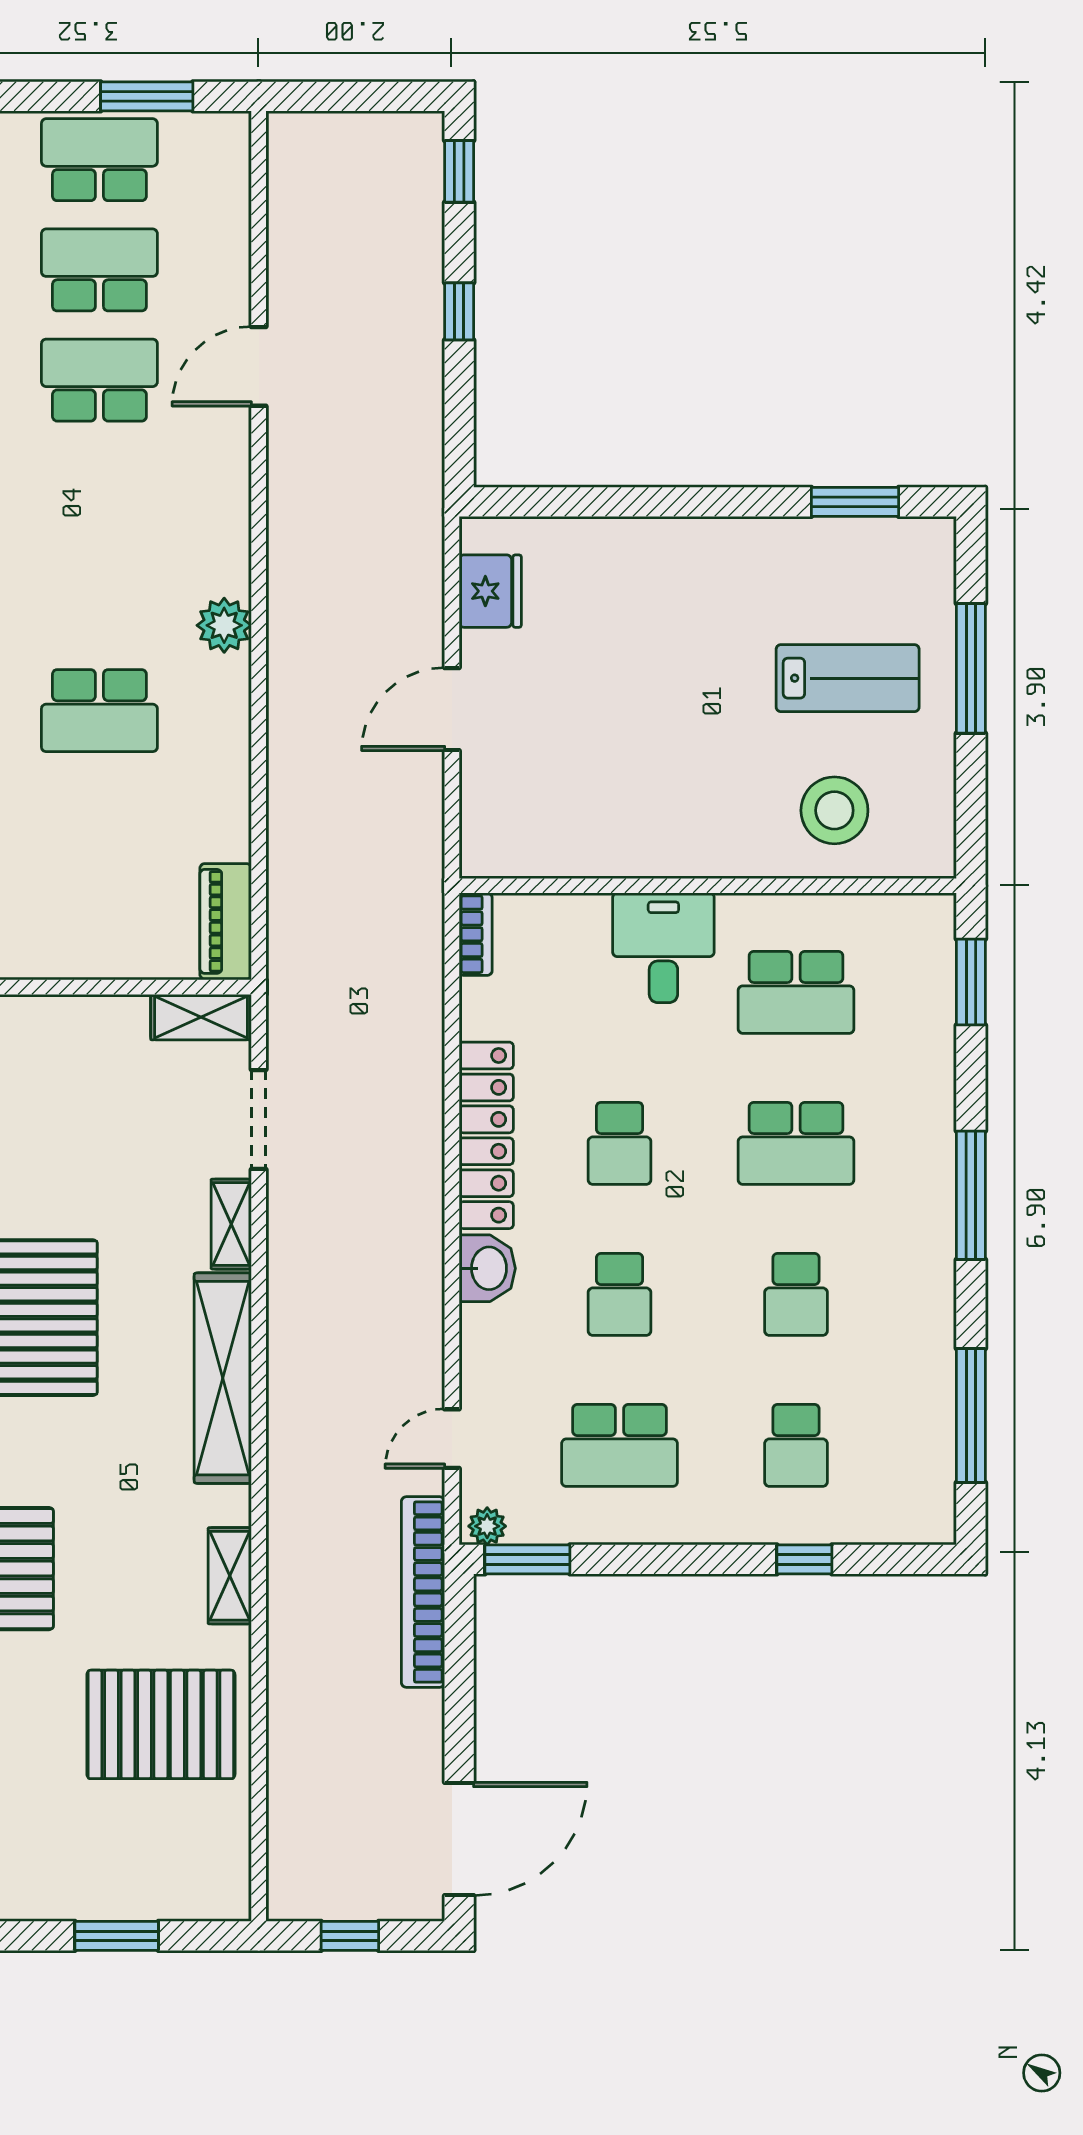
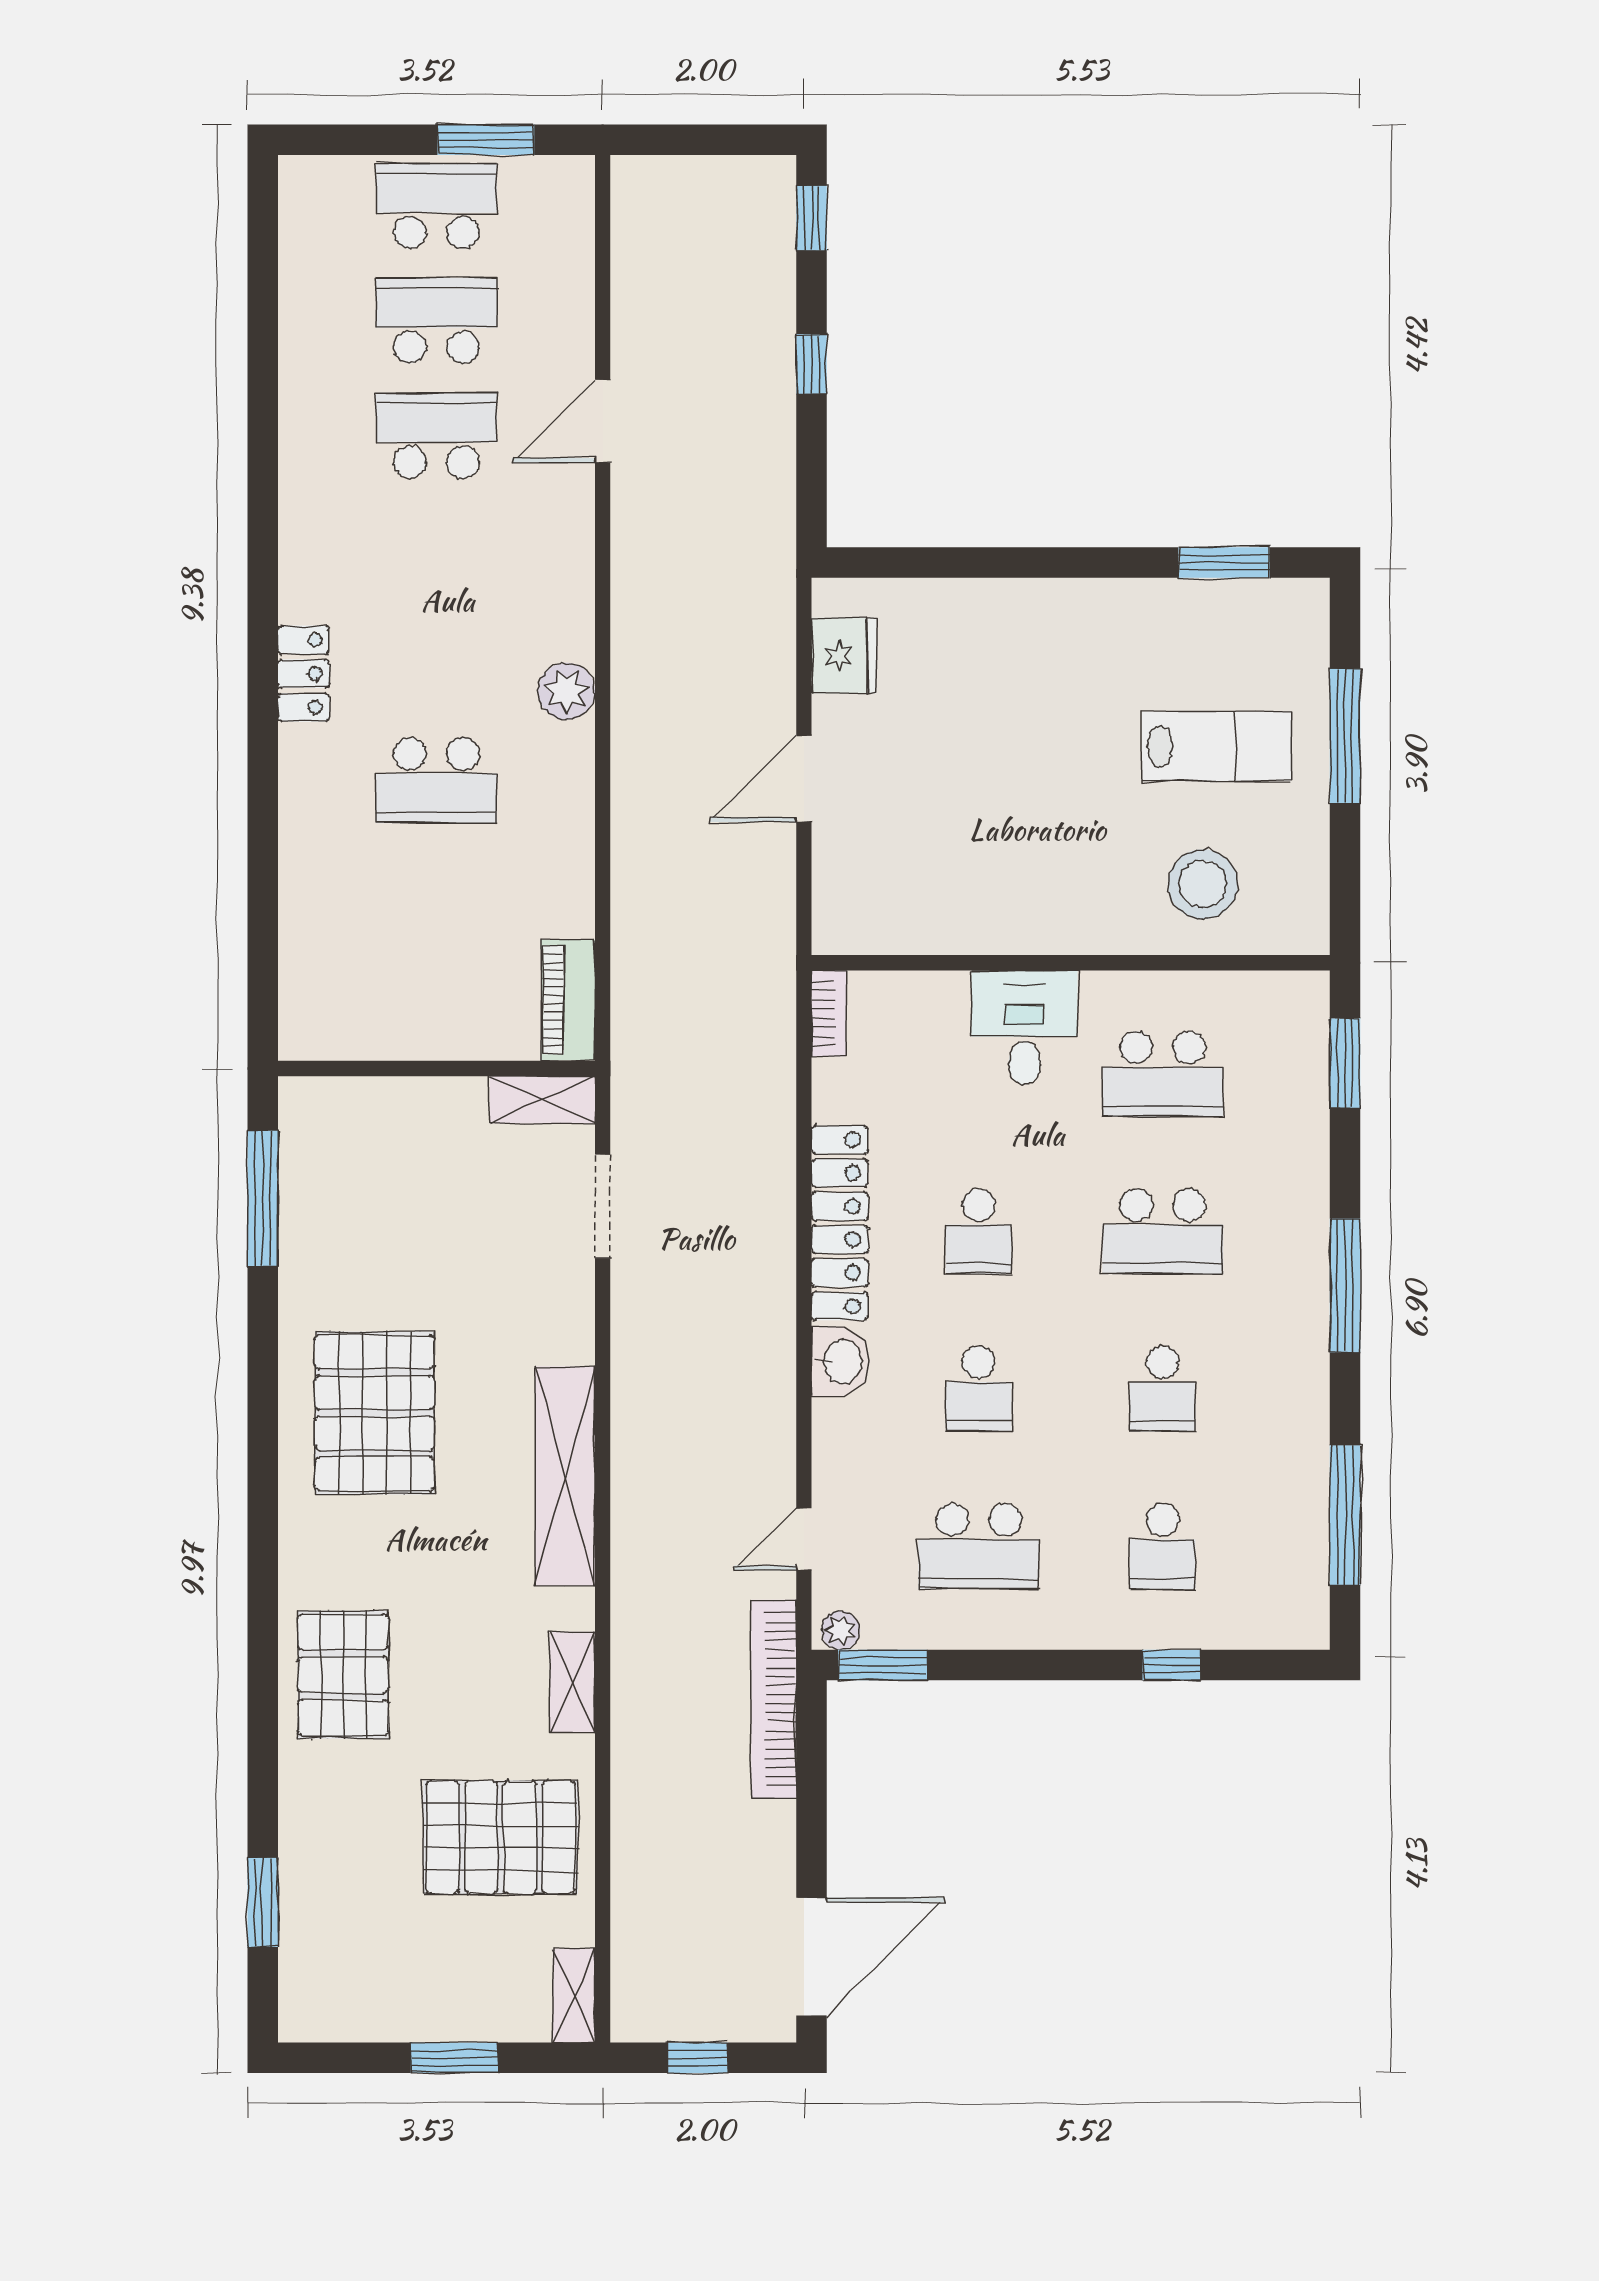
shelving: (231, 1224) -> (574, 1996), moved

